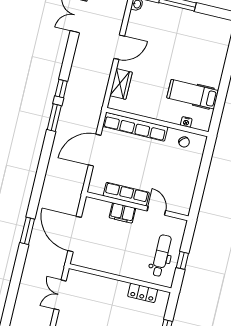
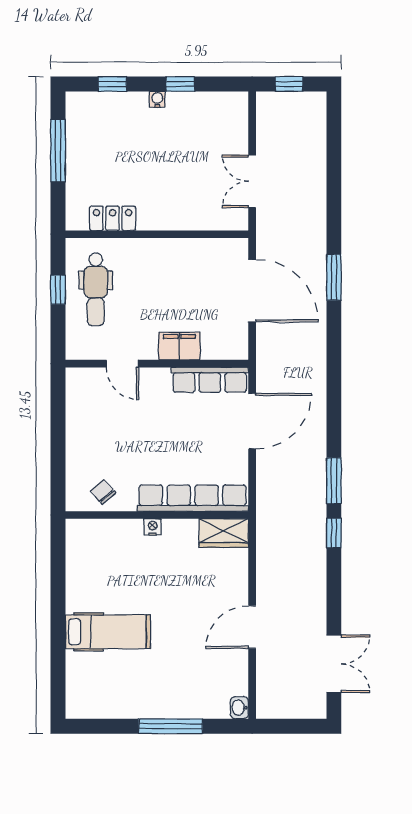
wardrobe: (121, 84) -> (224, 533), moved, turned -90
hospital bed: (193, 94) -> (108, 632), moved
nightstand: (186, 122) -> (153, 527), moved
door: (95, 150) -> (252, 421), moved
row of seats: (126, 194) -> (210, 380), moved
double door: (60, 295) -> (252, 181), swing flipped

